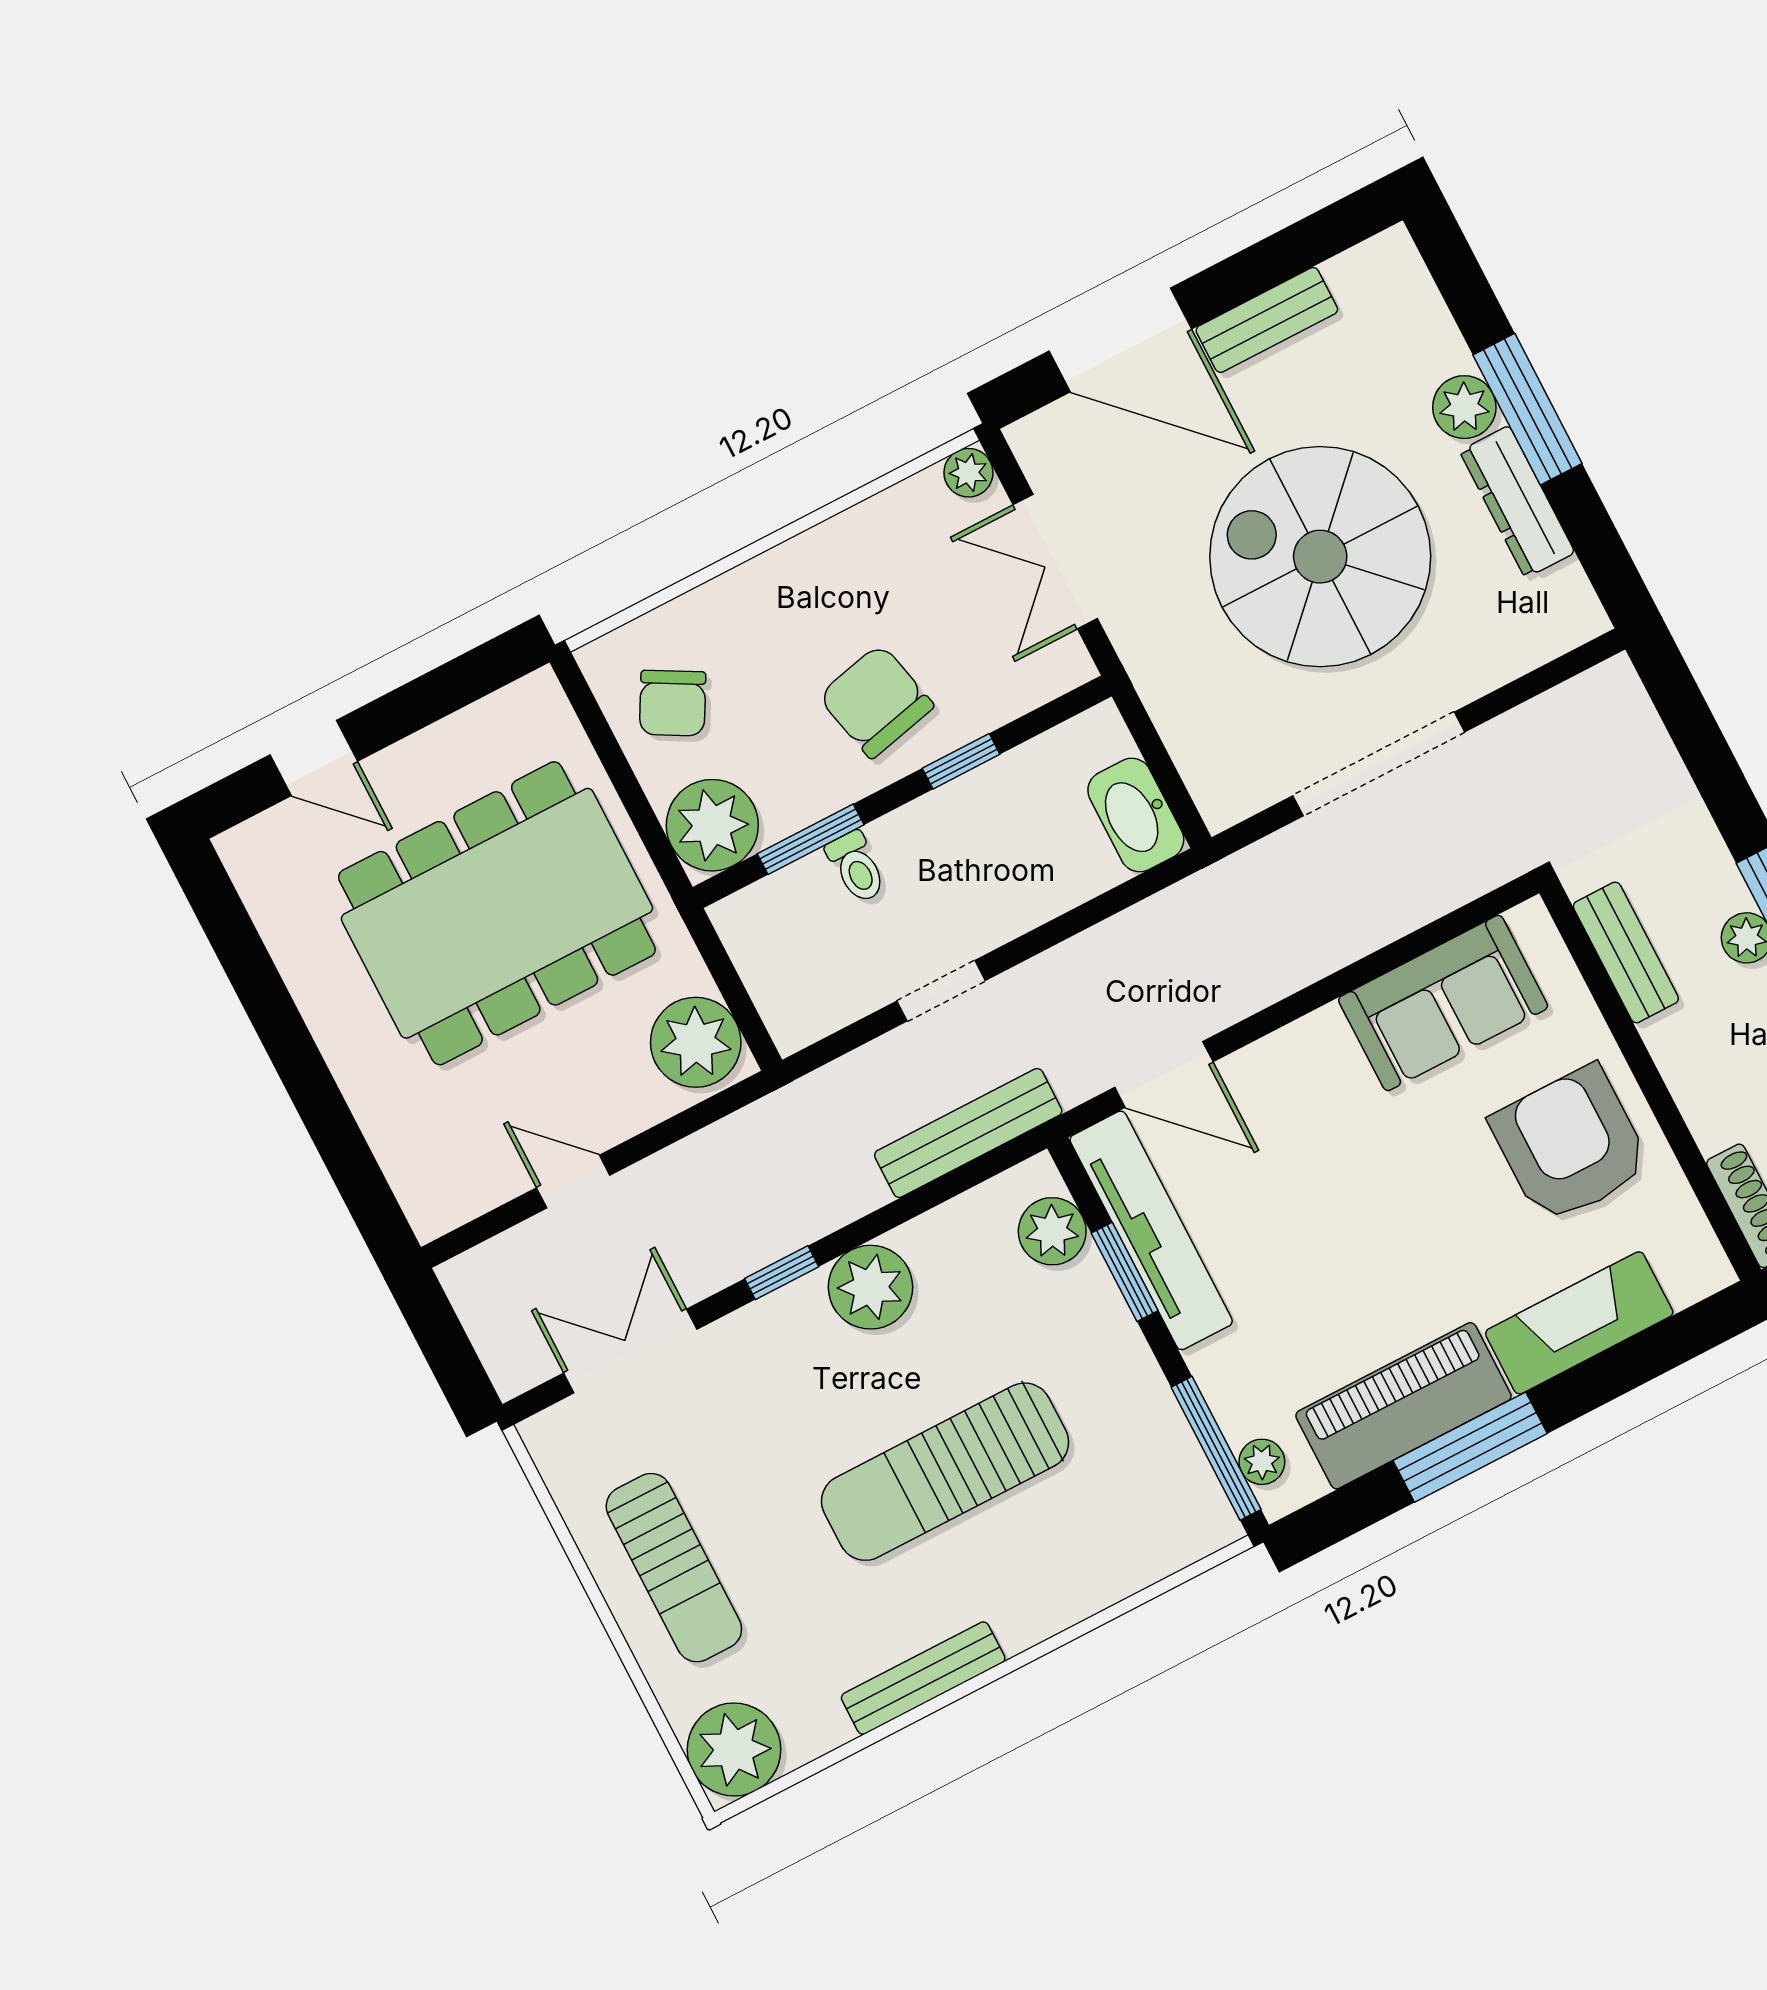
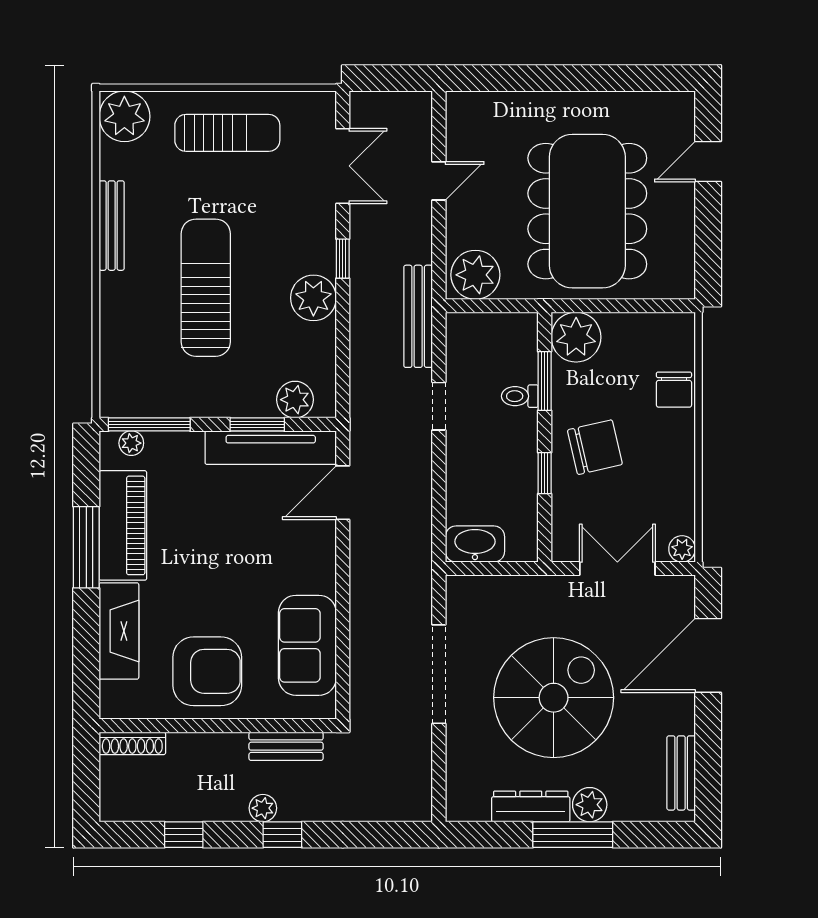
bench: (1267, 320) -> (681, 773), moved
chair: (673, 703) -> (674, 390), moved, turned -119
bench: (968, 1133) -> (418, 316), moved
sun lounger: (674, 1568) -> (227, 133), turned 180

